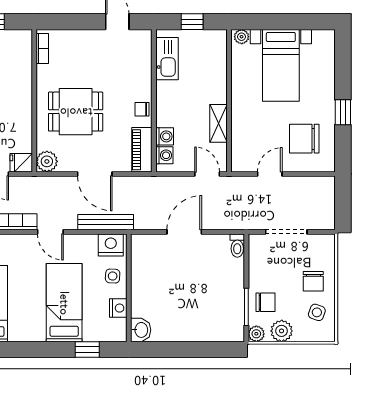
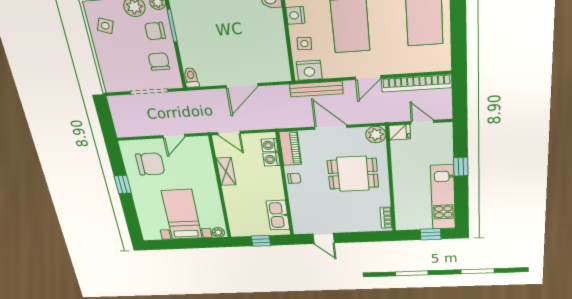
door: (50, 232) -> (368, 78), swing flipped
chair: (313, 281) -> (159, 62), moved

